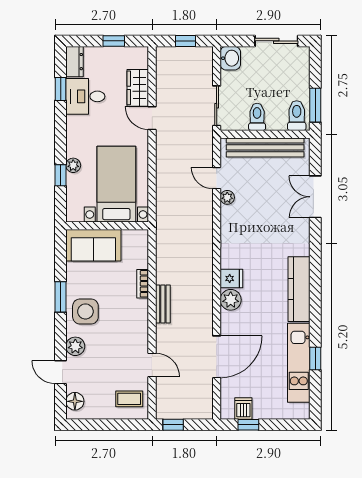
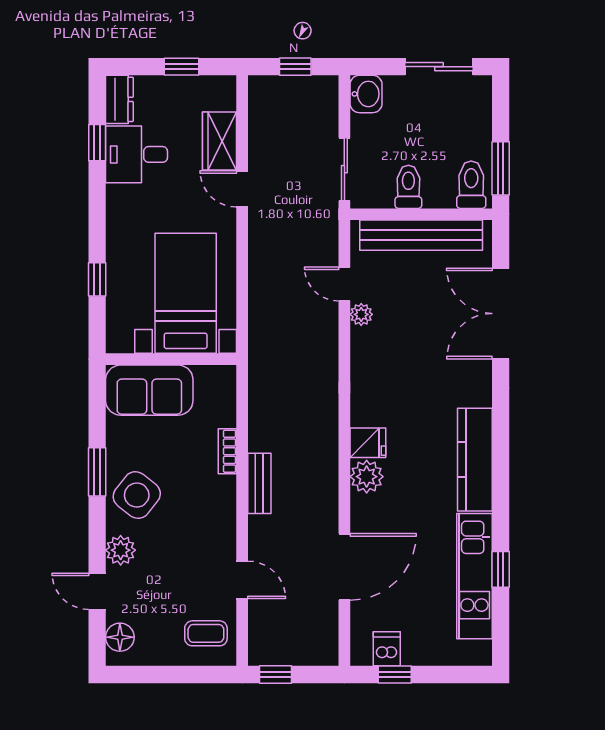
plant: (73, 165) -> (117, 264), removed
double door: (315, 197) -> (501, 314), width x1.37
side table: (85, 311) -> (137, 495), turned 38

